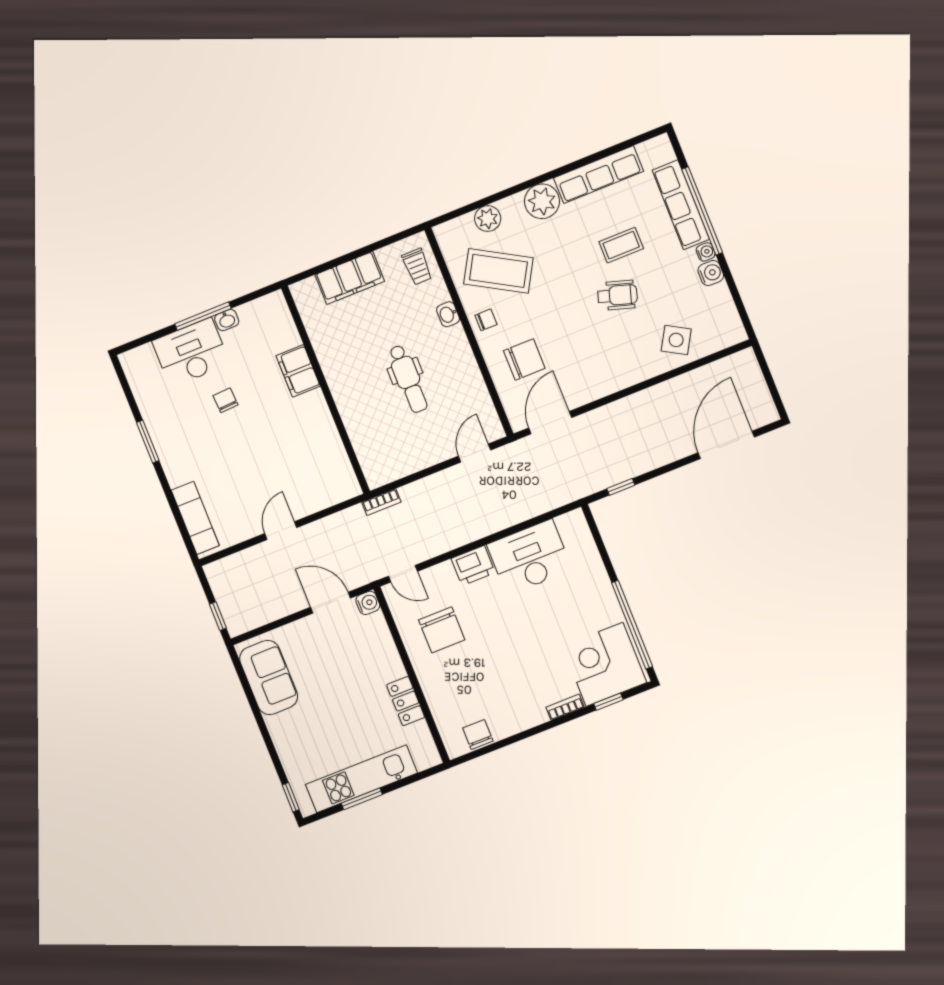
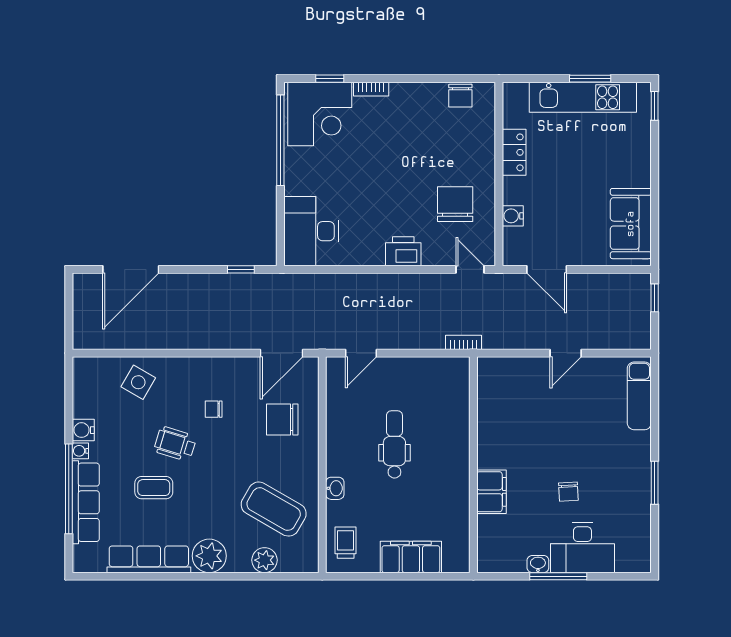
chair: (486, 320) -> (214, 409), moved
desk: (529, 557) -> (311, 231), moved, turned 90
water cooler: (368, 603) -> (513, 216), moved

